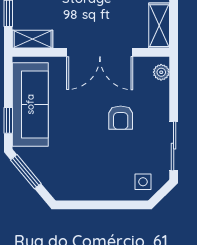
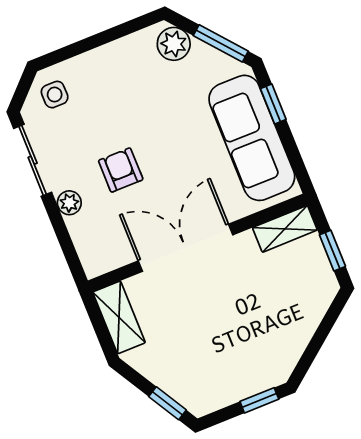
plant: (161, 72) -> (69, 203), moved
plant: (55, 183) -> (174, 44), added

